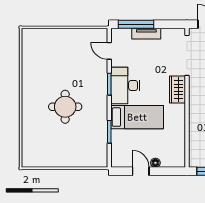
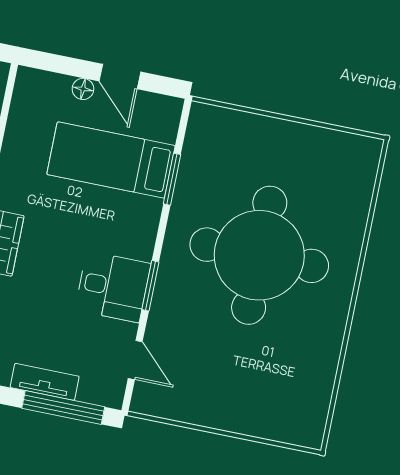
desk: (125, 85) -> (113, 287), width x0.73
round table: (65, 107) -> (259, 255), width x1.86, depth x1.86
bed: (137, 117) -> (111, 160), moved

